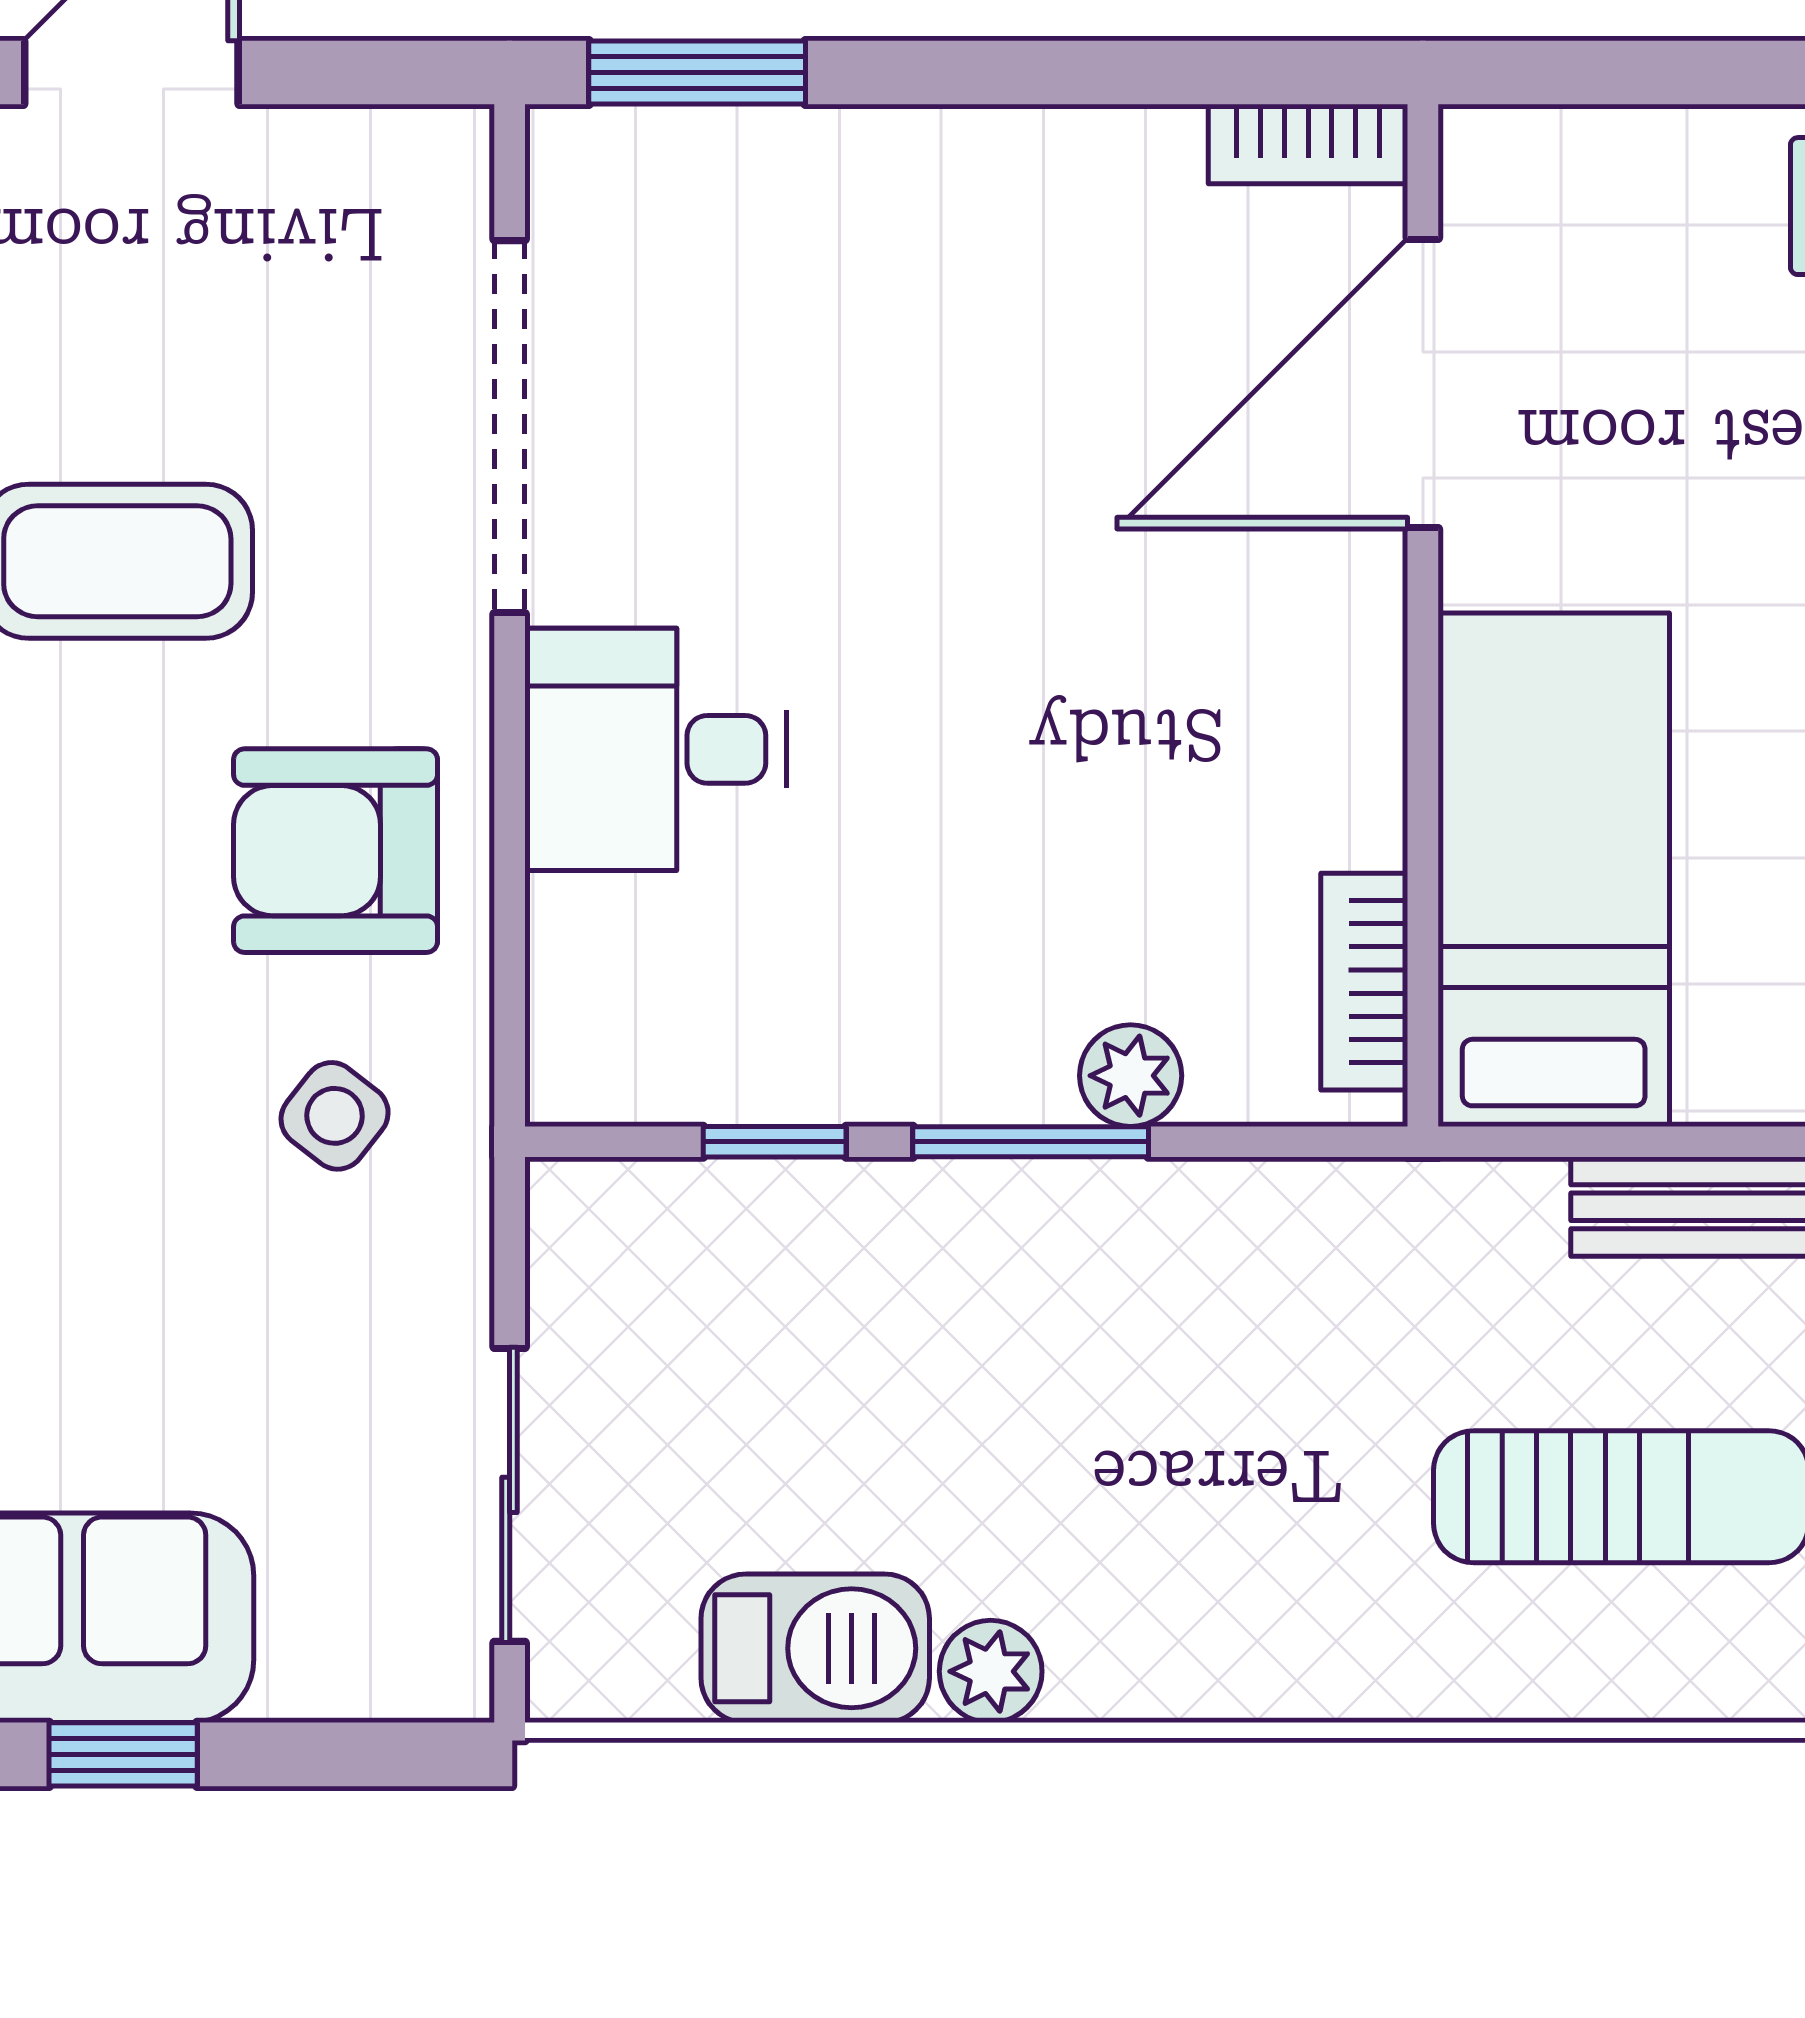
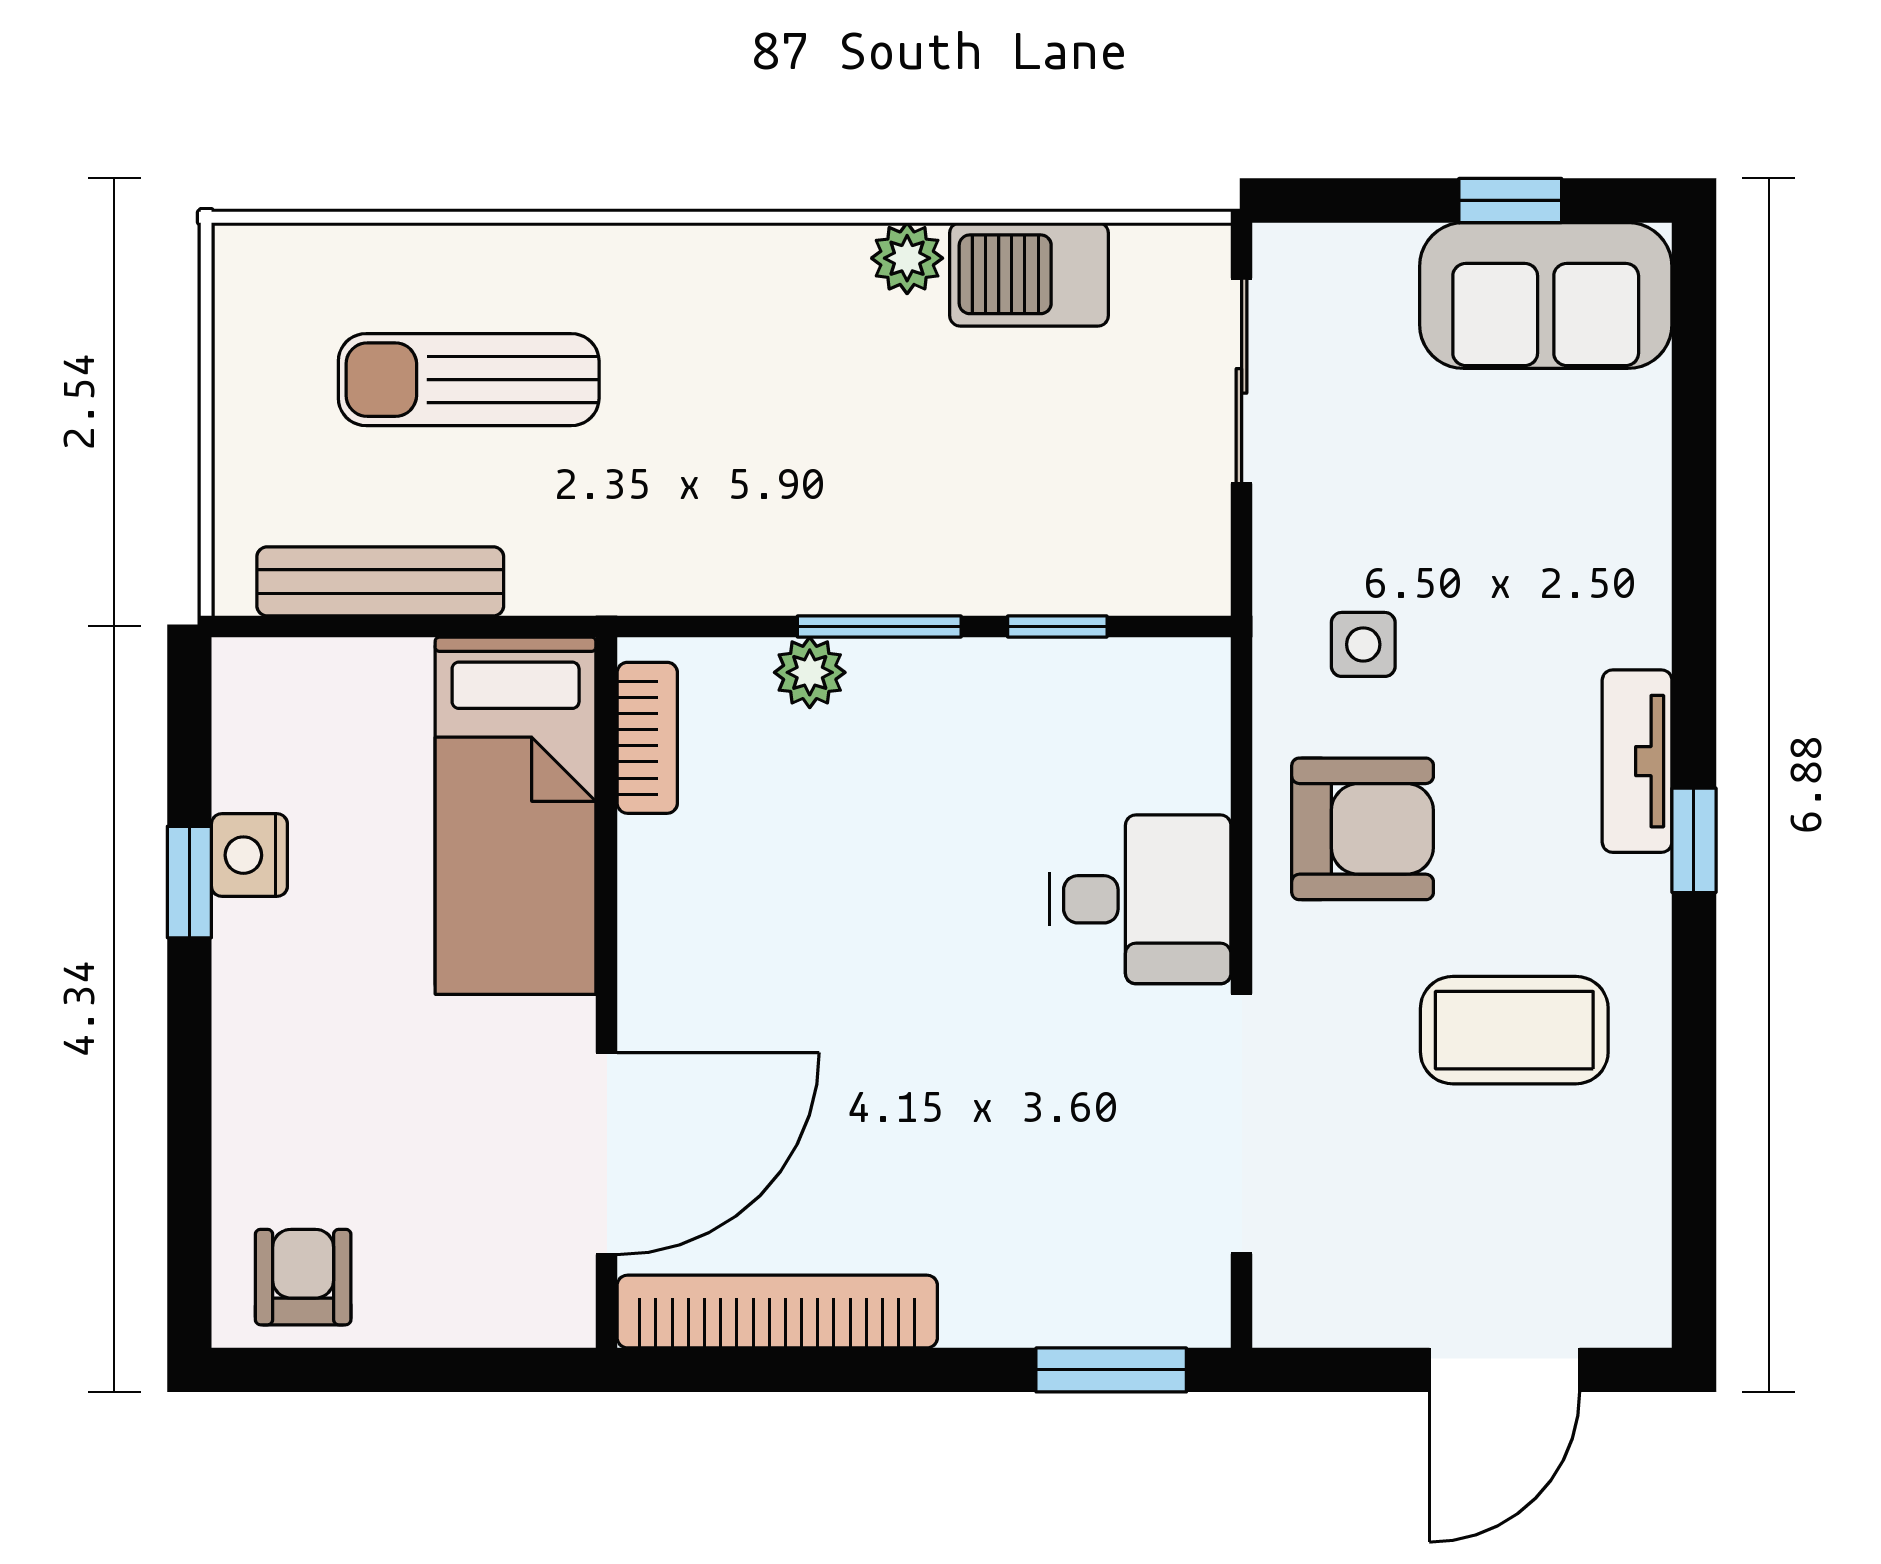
bookcase: (1308, 144) -> (777, 1312), width x2.31, depth x1.31
side table: (335, 1116) -> (1363, 644), turned -38

